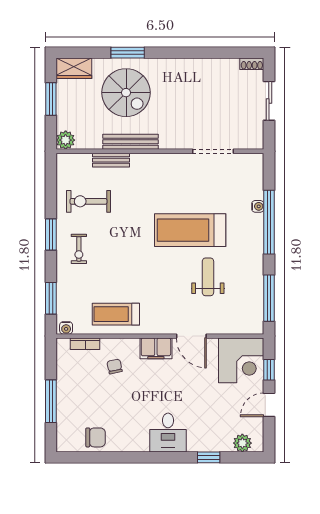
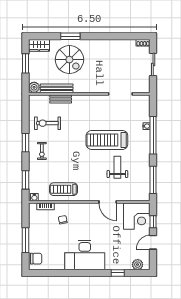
bench: (130, 142) -> (57, 88), moved
filing cabinet: (156, 348) -> (87, 209), removed
desk: (168, 433) -> (85, 255), width x1.87, depth x1.30
chair: (95, 437) -> (36, 259), moved

